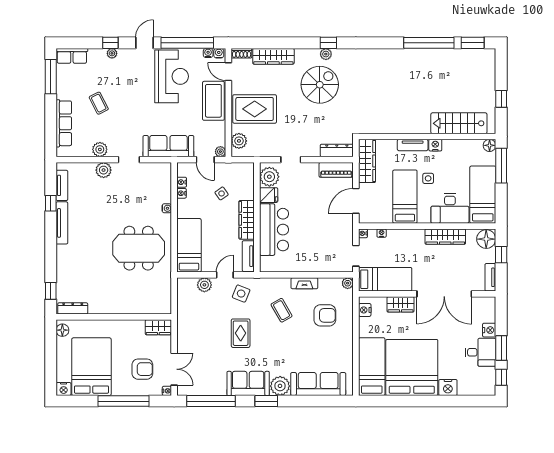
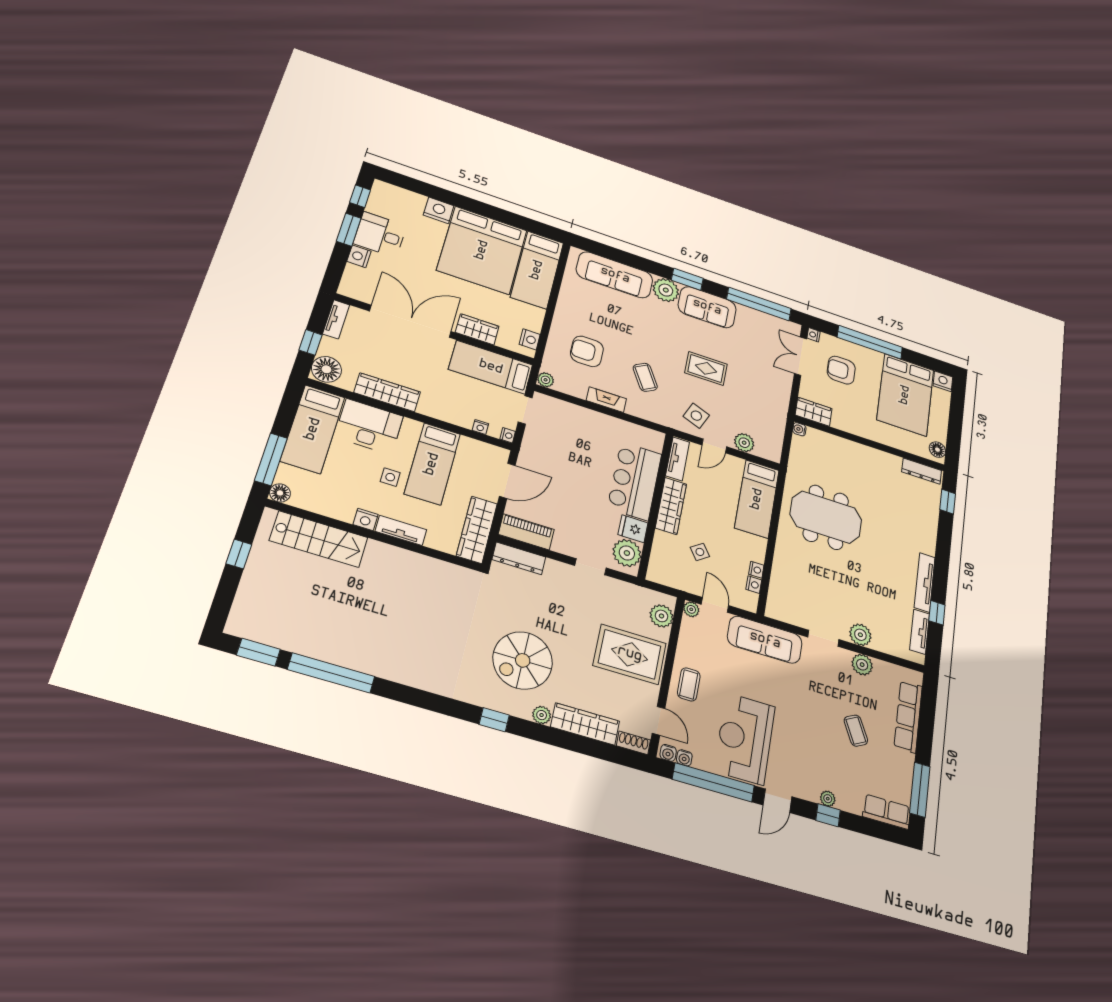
plant: (326, 54) -> (542, 715), moved
coffee table: (213, 101) -> (689, 684), width x0.54, depth x0.58
water cooler: (167, 208) -> (799, 429), moved
rug: (241, 333) -> (706, 368), turned 90

